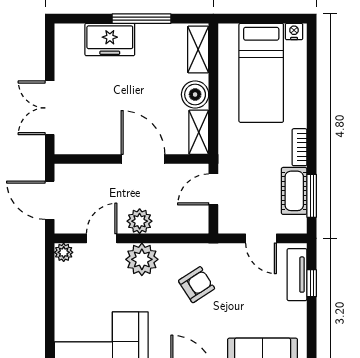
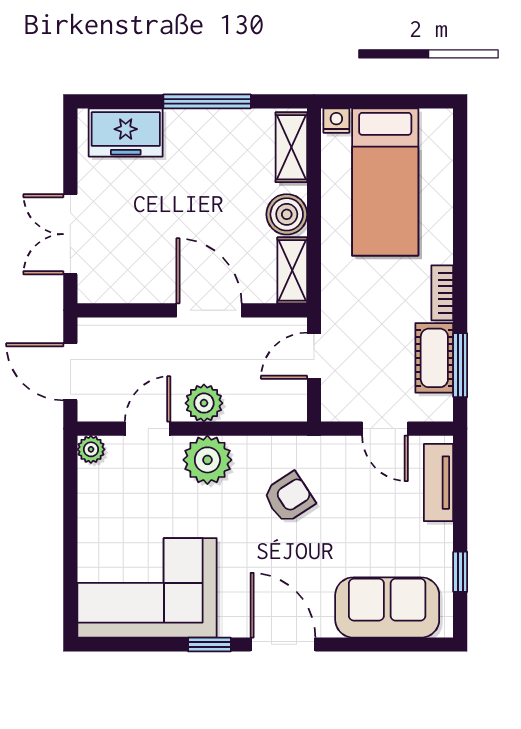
nightstand: (294, 32) -> (336, 121), moved
freezer: (110, 40) -> (126, 132), moved
window: (312, 283) -> (460, 572), moved

